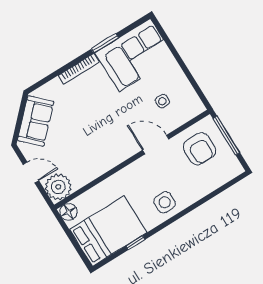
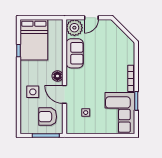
sofa: (36, 121) -> (75, 53), moved, turned -135
door: (156, 145) -> (65, 94), swing flipped
side table: (165, 202) -> (33, 92), moved
floor lamp: (69, 212) -> (57, 76), moved

